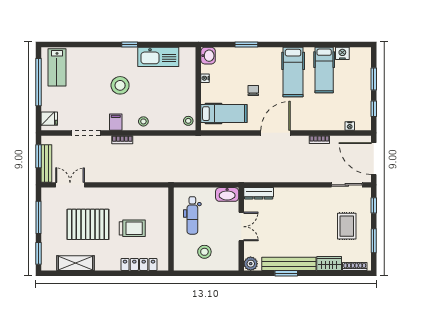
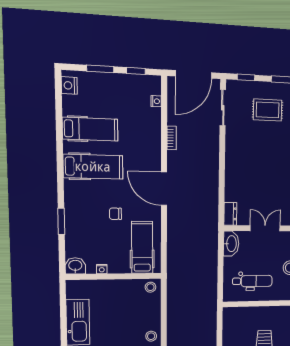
nightstand: (342, 53) -> (69, 85), moved
dresser: (259, 193) -> (230, 214), width x0.70

